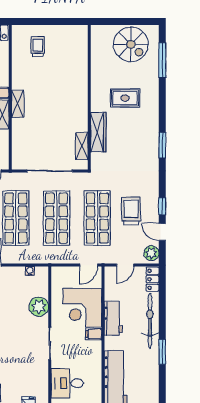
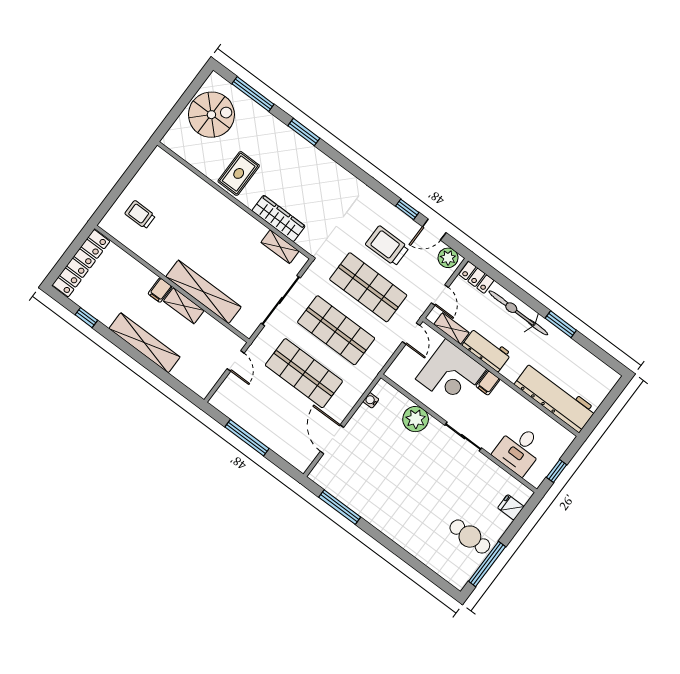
rug: (125, 98) -> (239, 173), moved
shelving: (18, 104) -> (203, 292), width x2.20, depth x1.33
window: (162, 145) -> (304, 132), moved
shelving: (110, 287) -> (451, 329), added

